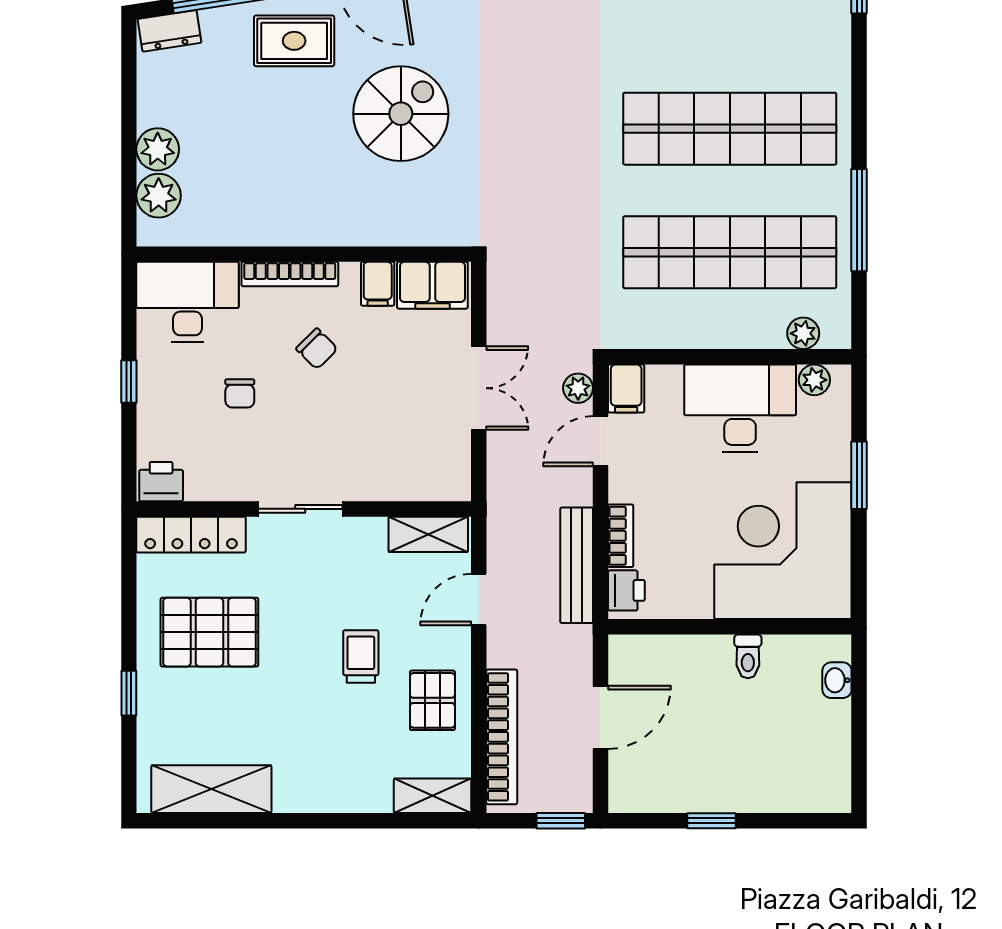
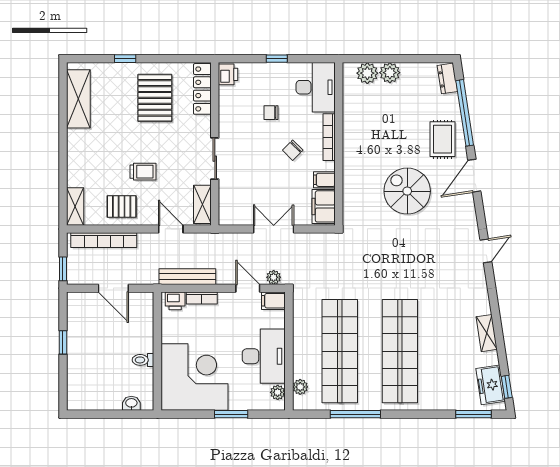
spiral stairs: (401, 114) -> (407, 191), turned 180
double door: (479, 388) -> (274, 229), swing flipped
sliding door: (300, 509) -> (215, 159), moved

